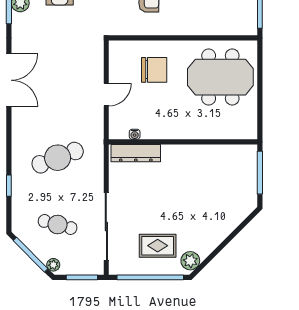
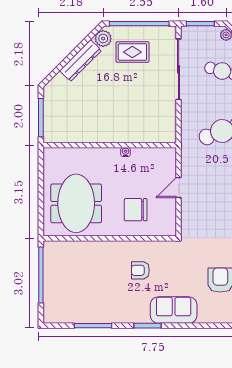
meeting table: (220, 77) -> (76, 203), turned 90
water cooler: (135, 134) -> (126, 152), moved
dresser: (136, 153) -> (81, 61), moved, turned 135

